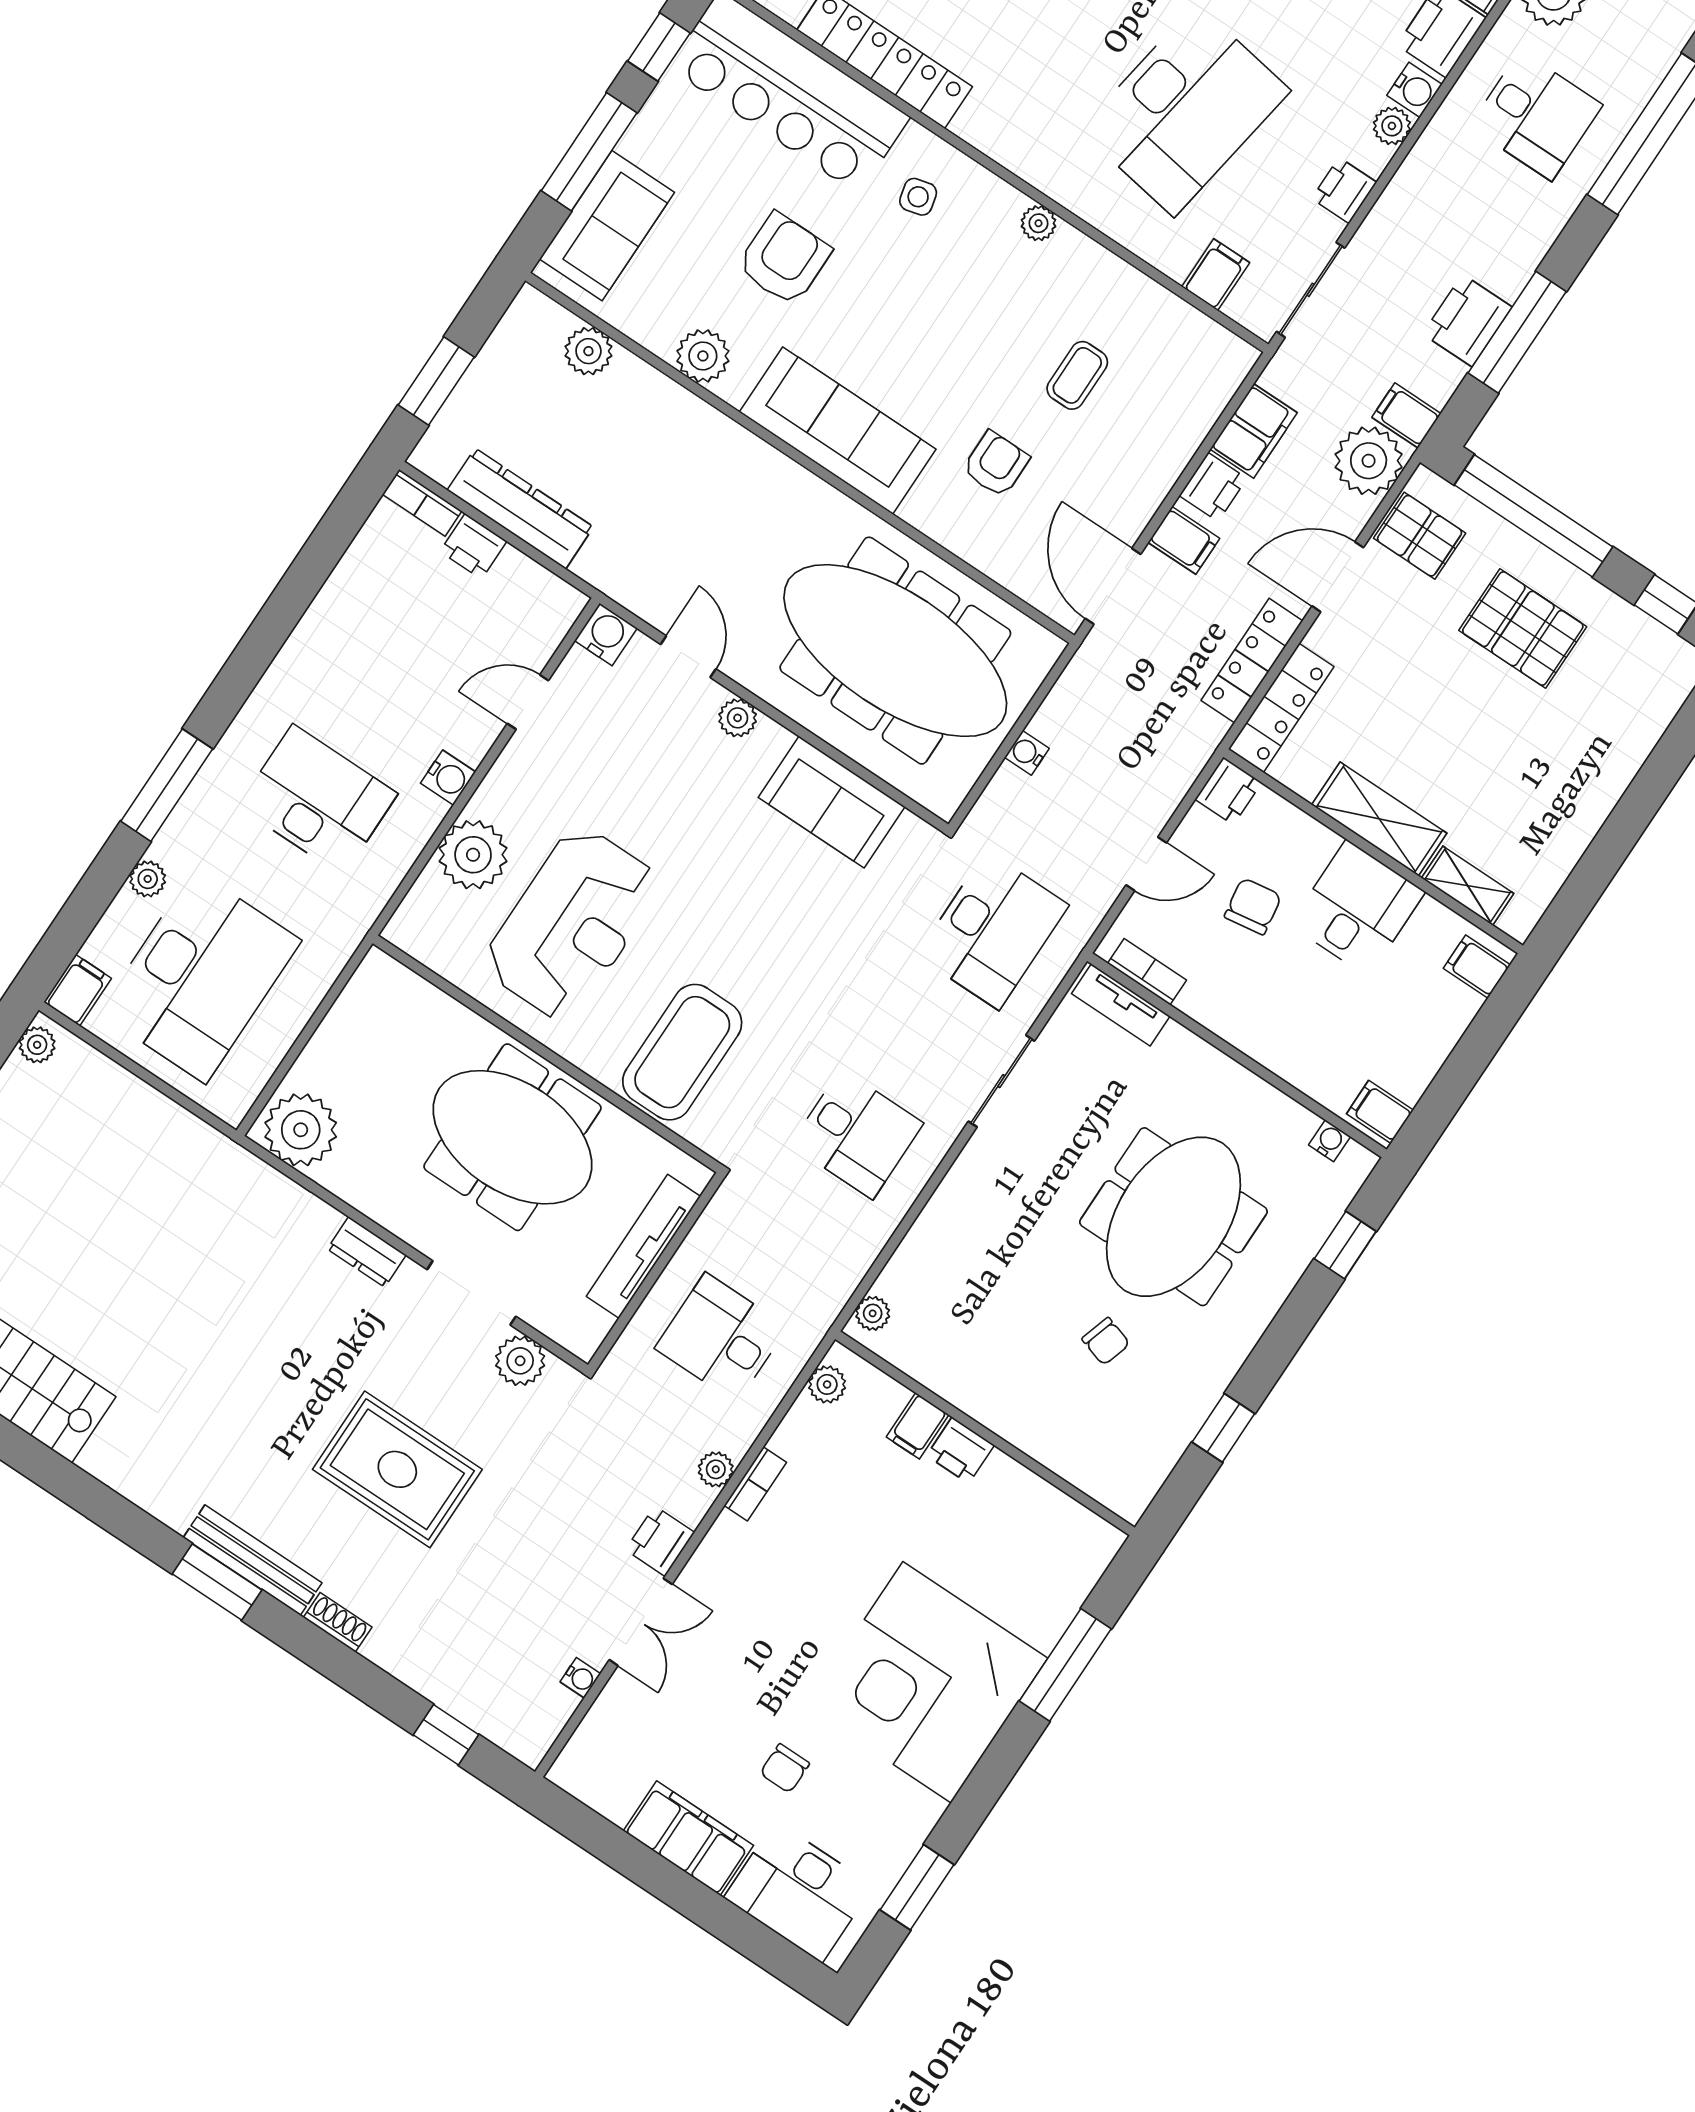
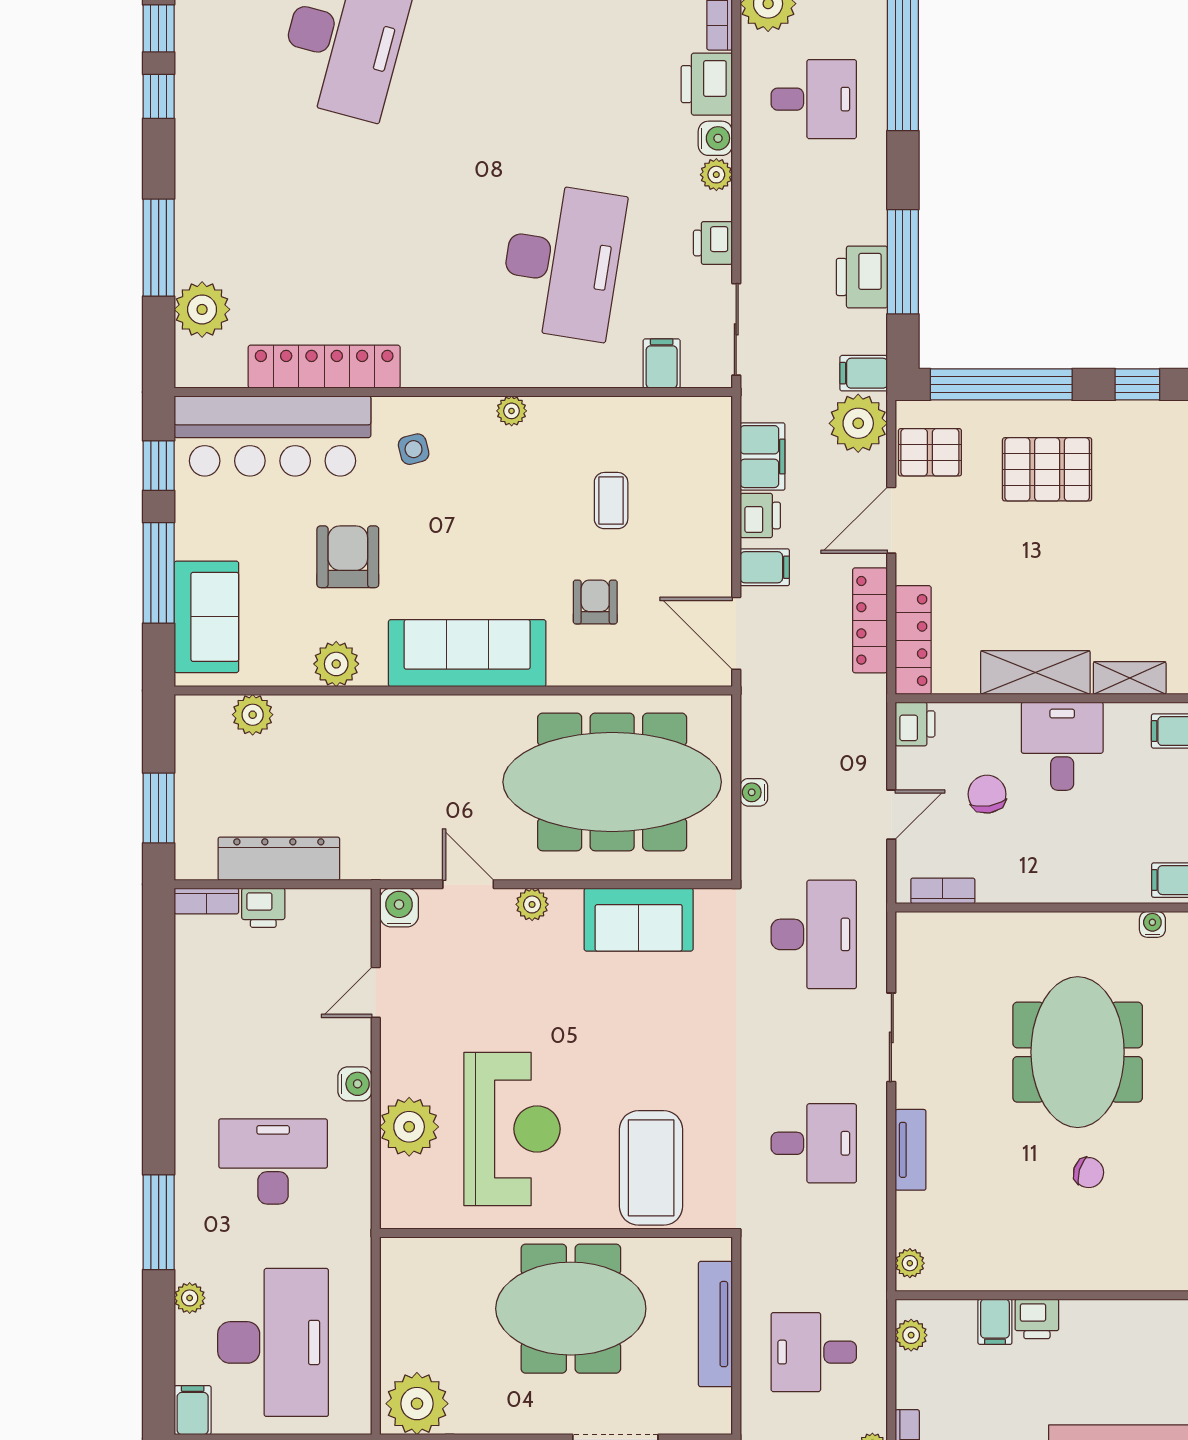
tv unit: (1121, 1005) -> (911, 1150), moved, turned -90

